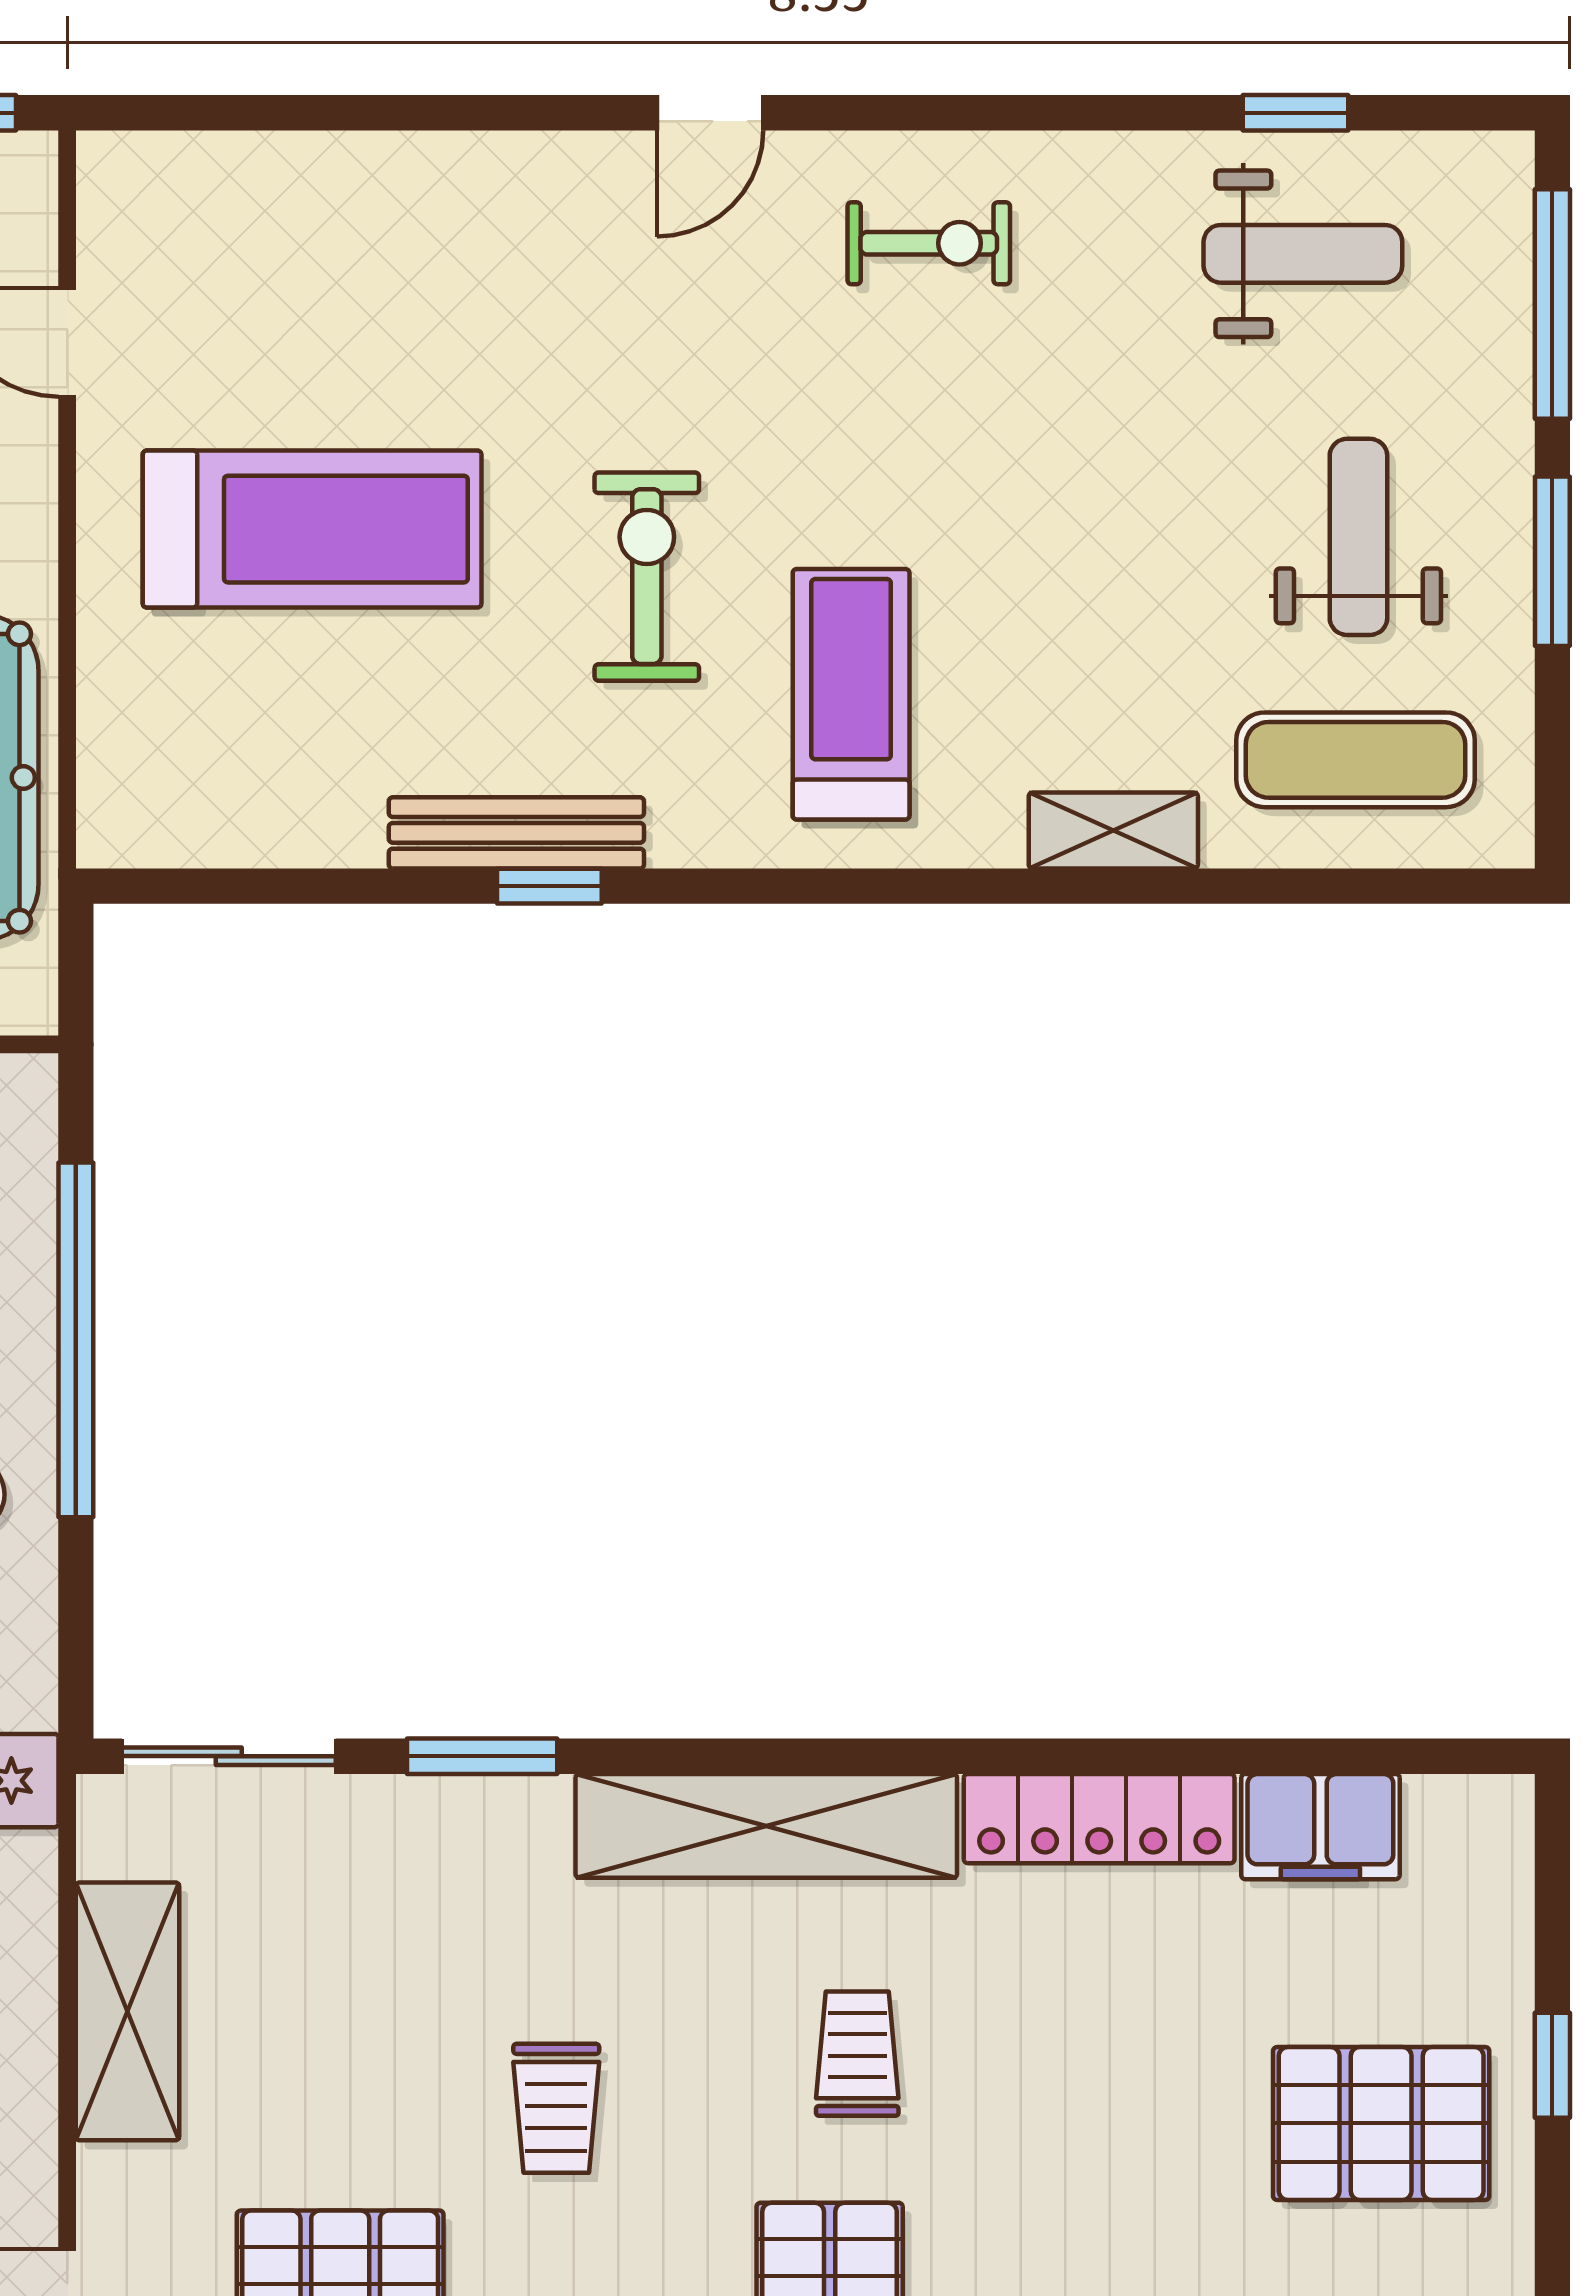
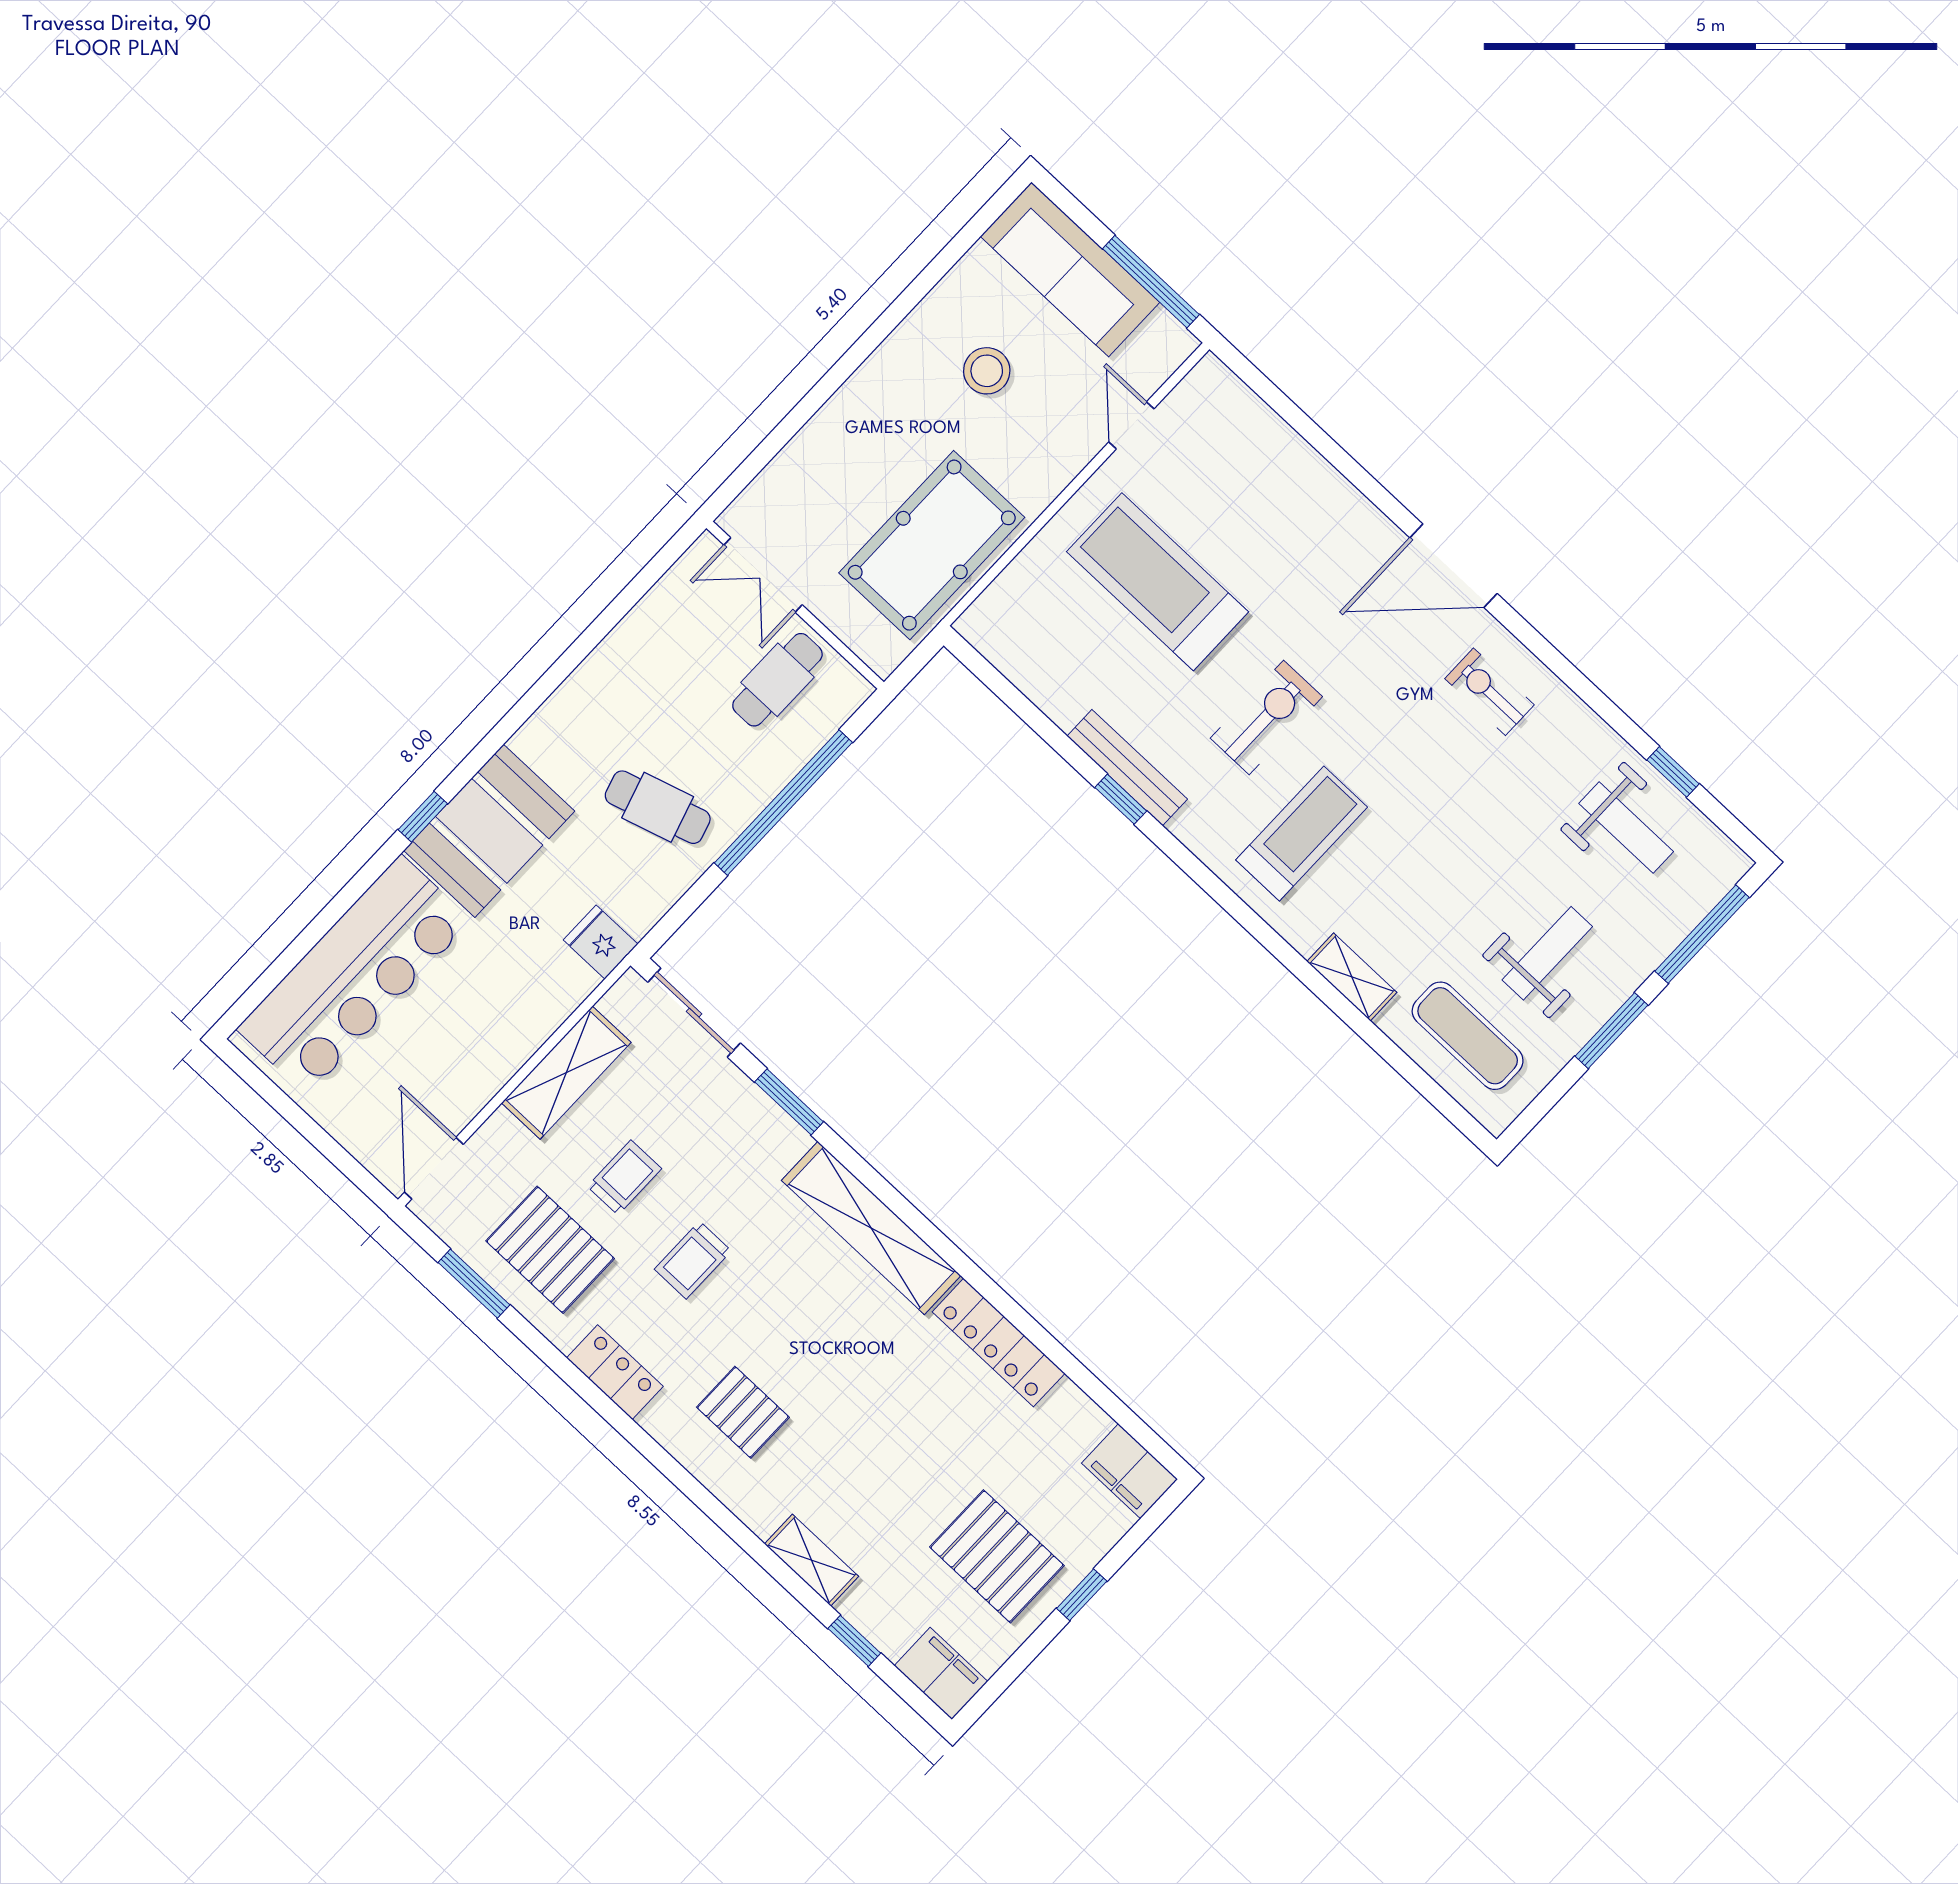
door: (710, 113) -> (1453, 566), width x1.88
exercise bike: (929, 243) -> (1489, 692), turned 180
treadmill: (312, 529) -> (1158, 582), turned 180
filing cabinet: (1320, 1827) -> (1129, 1471), moved
trolley: (857, 2054) -> (624, 1178), moved

